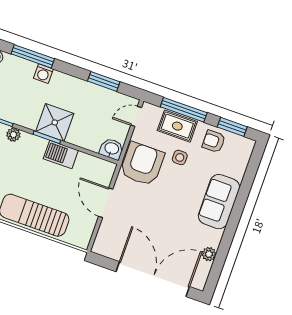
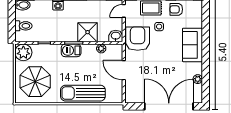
shower: (55, 122) -> (88, 32), moved
plant: (13, 135) -> (101, 49), moved
barbecue: (61, 155) -> (71, 50), moved

